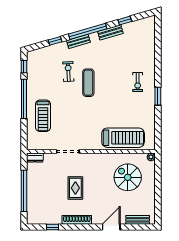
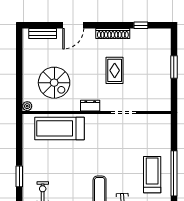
treadmill: (43, 116) -> (152, 175), moved
dresser: (35, 157) -> (90, 106), moved
window: (24, 191) -> (174, 67), width x0.47

